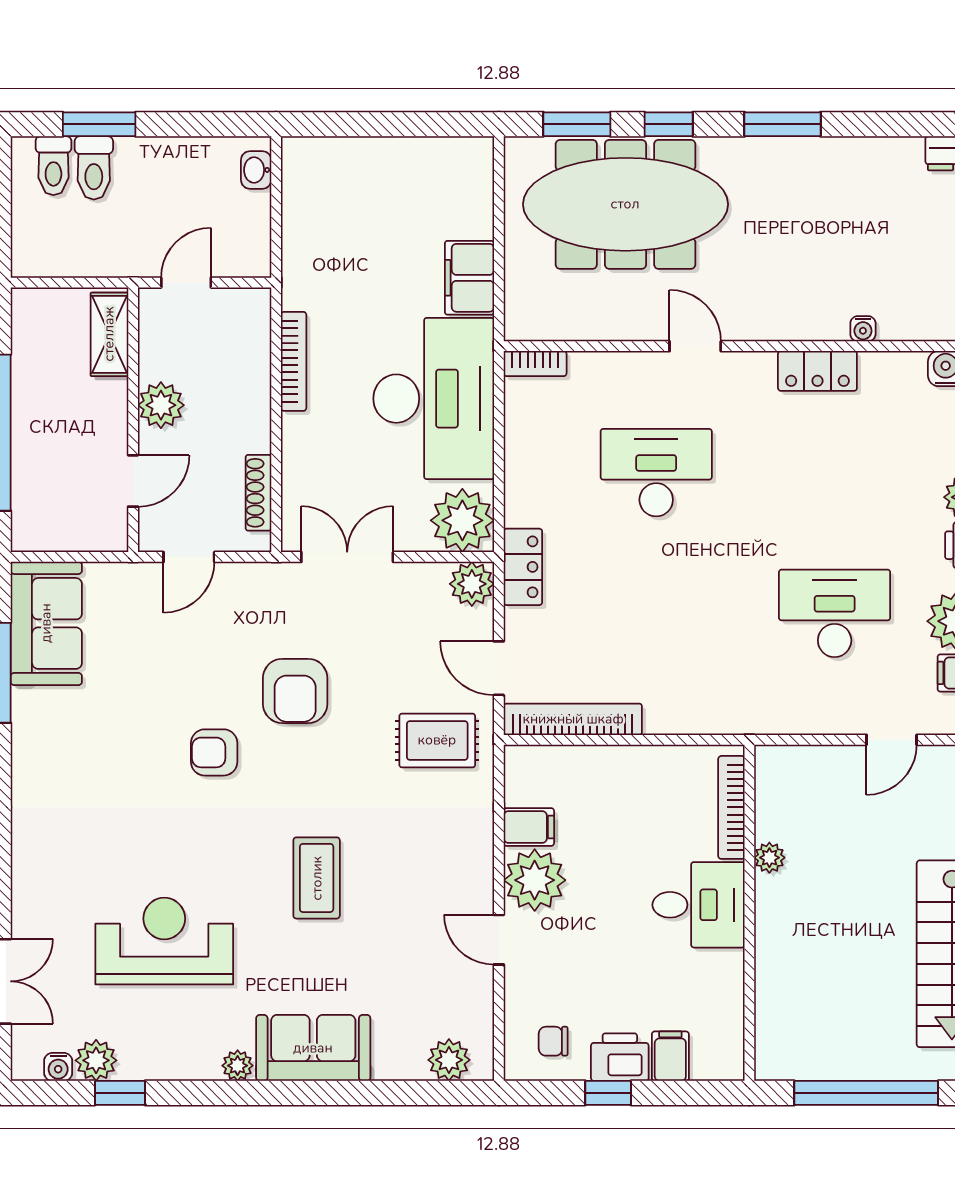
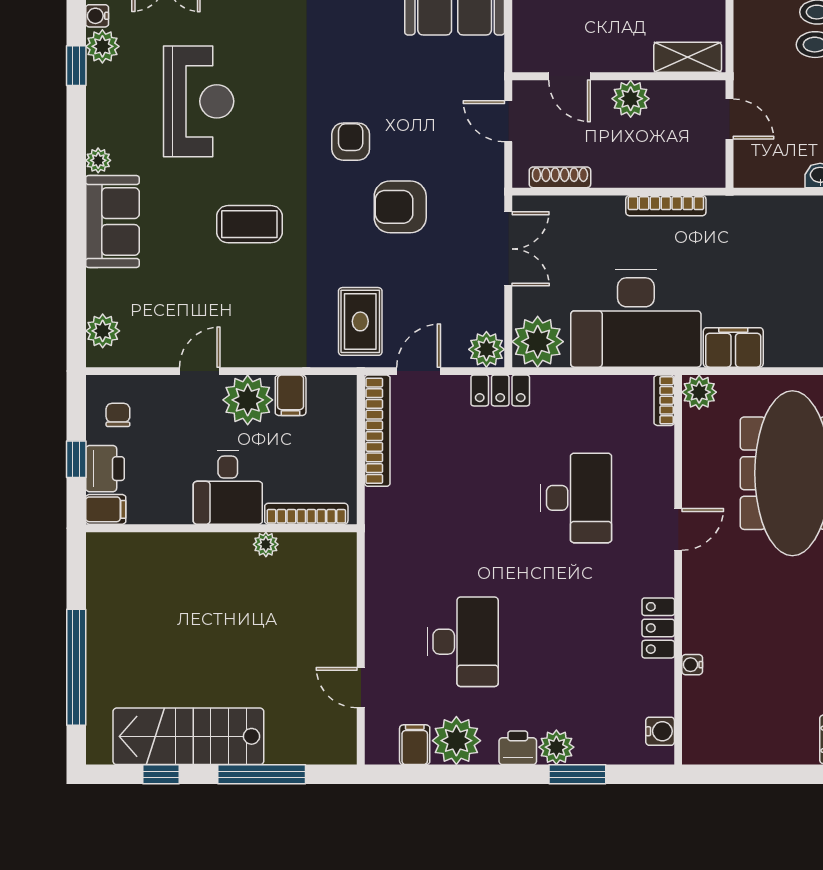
plant: (525, 320) -> (699, 392), added
bookcase: (731, 807) -> (306, 514), moved
plant: (769, 858) -> (266, 544), moved
desk: (698, 905) -> (228, 487), moved
wall: (749, 913) -> (221, 528), moved

